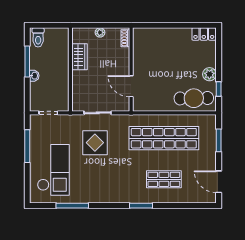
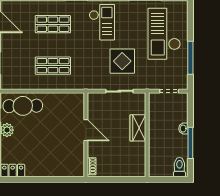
plant: (100, 32) -> (117, 172), removed
wardrobe: (79, 57) -> (138, 128), moved
door: (131, 86) -> (86, 130), moved
shop shelf: (164, 138) -> (53, 66), width x0.50, depth x0.74
checkout: (115, 181) -> (102, 22), added

